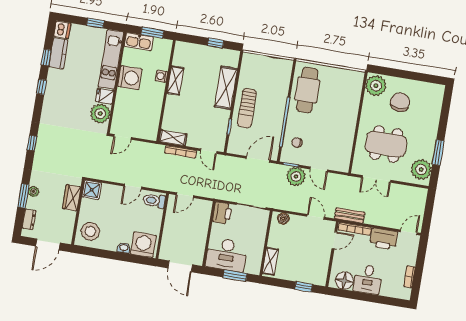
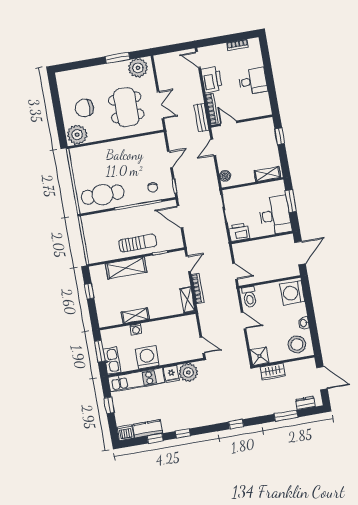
plant: (296, 176) -> (183, 178), removed
plant: (34, 192) -> (279, 408), removed
washbasin: (124, 248) -> (304, 323), moved
floor lamp: (344, 281) -> (261, 102), removed

